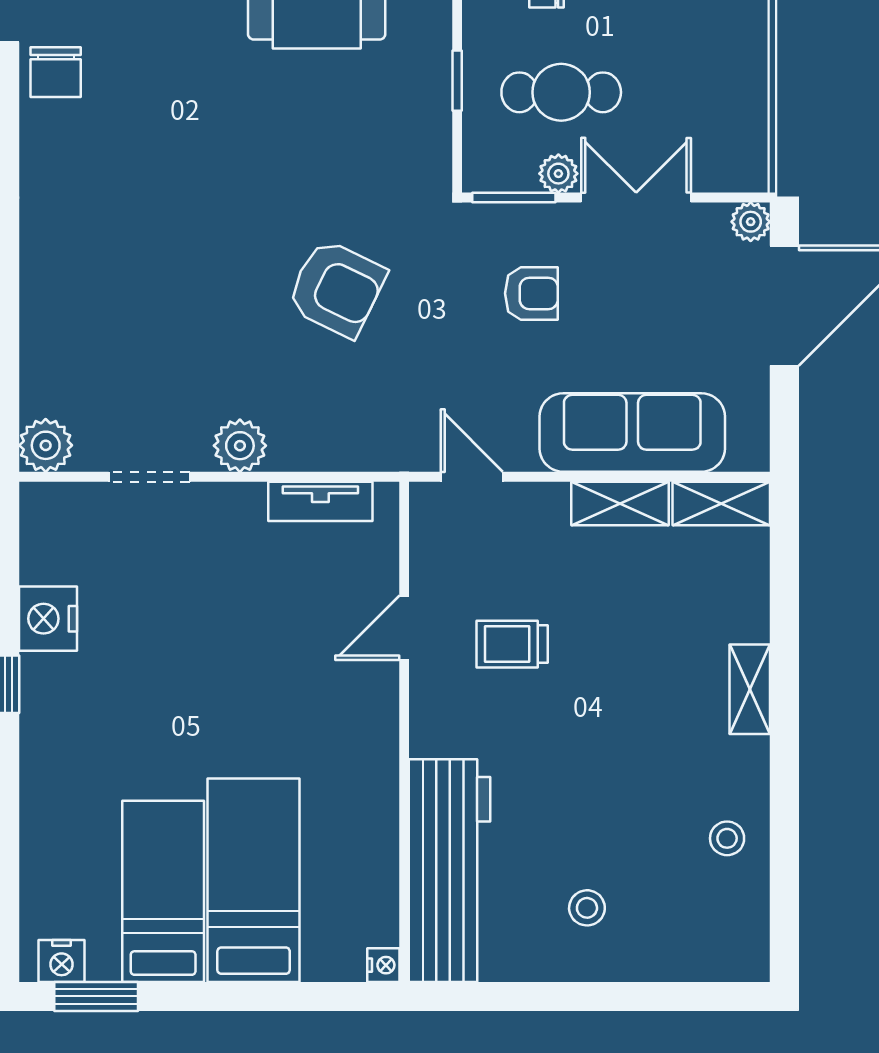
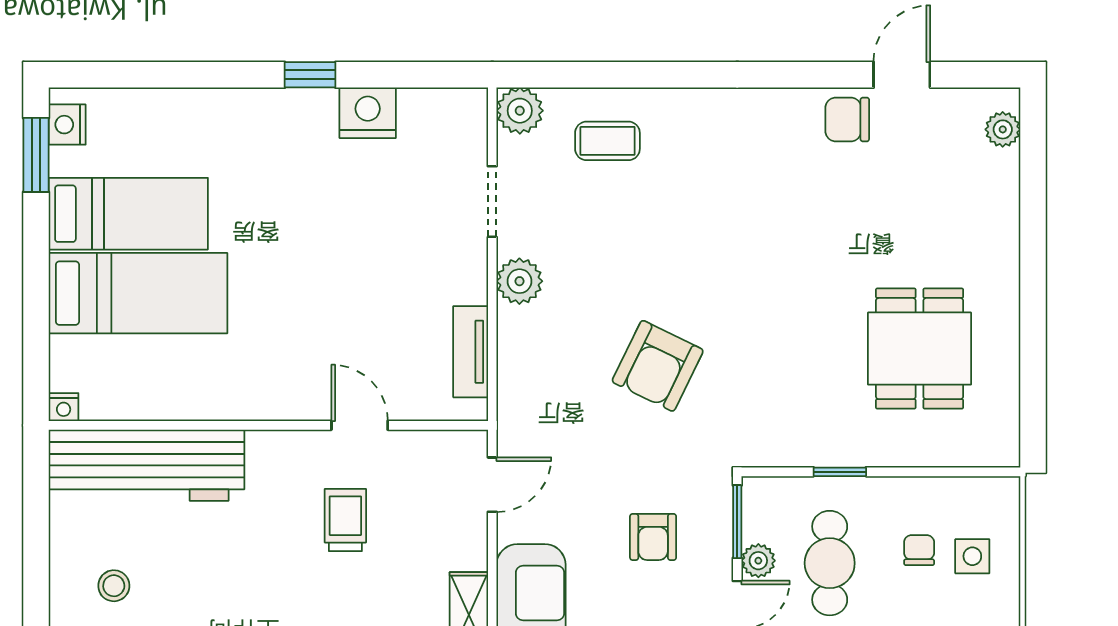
coffee table: (80, 345) -> (607, 141), added

